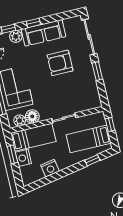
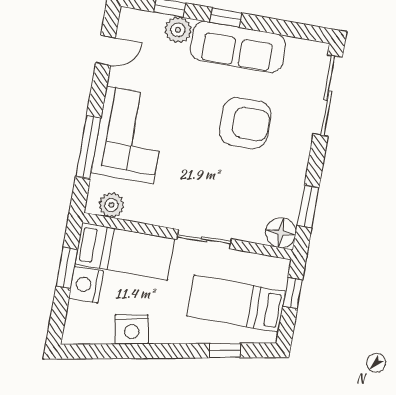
armchair: (60, 63) -> (245, 123), turned 180
window: (97, 71) -> (308, 207), moved
floor lamp: (32, 116) -> (281, 233), moved

